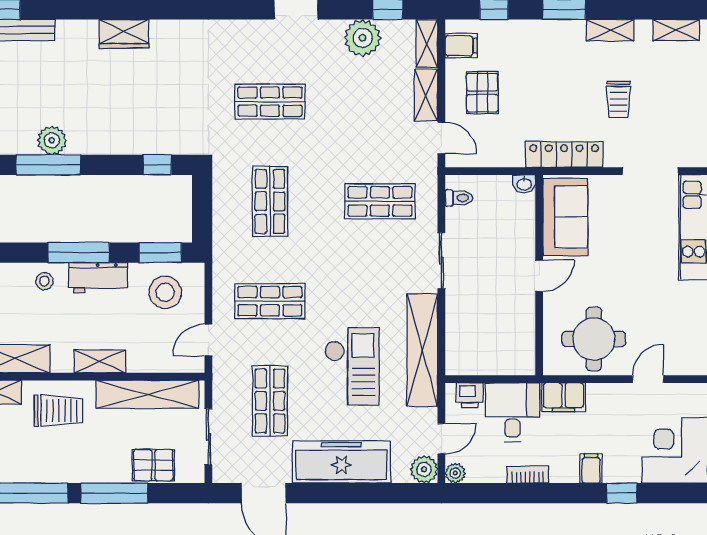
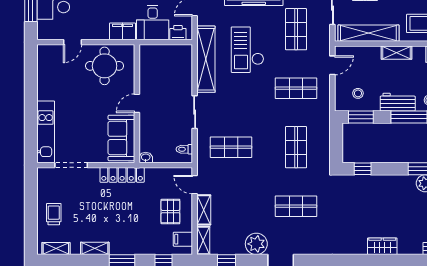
plant: (363, 38) -> (256, 244), moved
trolley: (618, 99) -> (54, 214), moved
stool: (165, 292) -> (358, 93), width x0.53, depth x0.53

